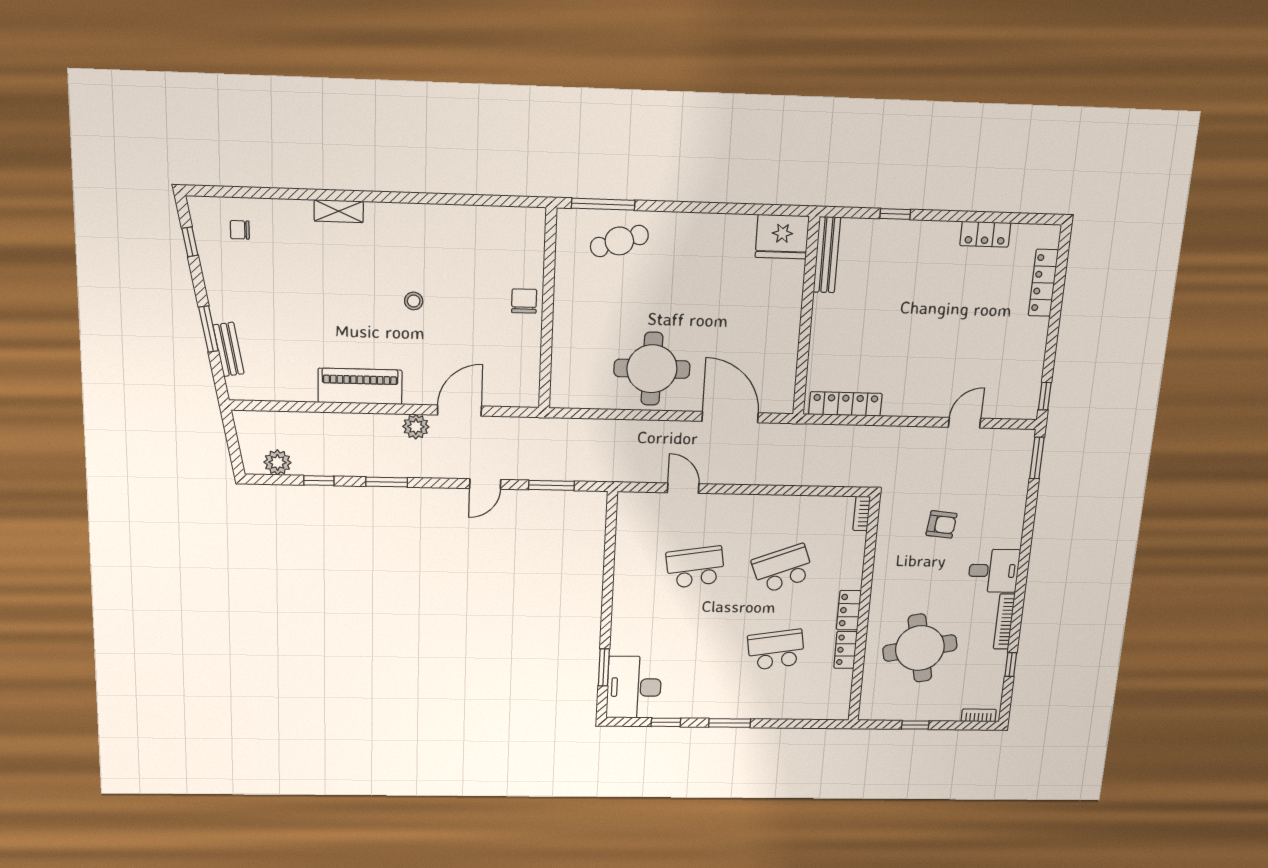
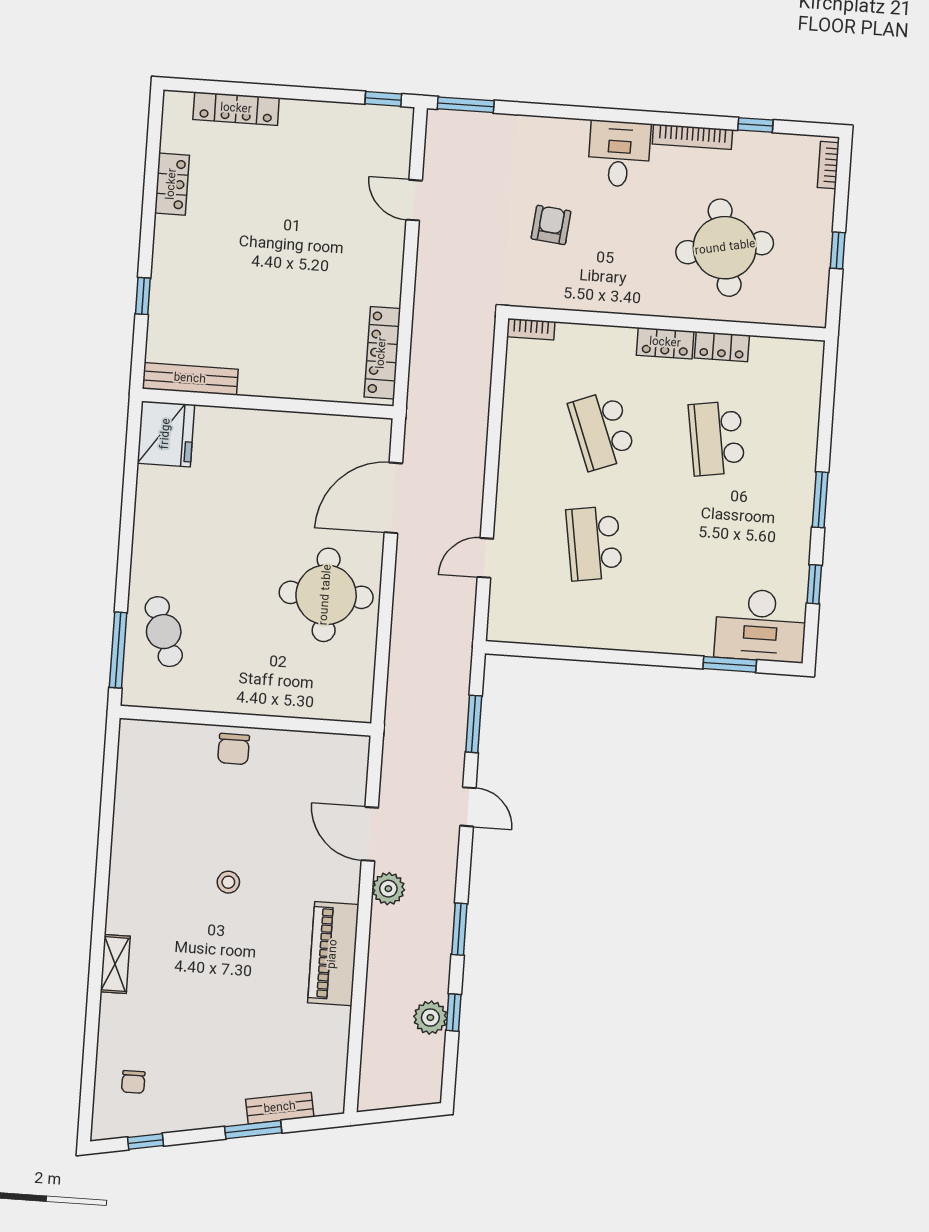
chair: (524, 301) -> (234, 749), turned -90
plant: (277, 462) -> (430, 1018), moved

